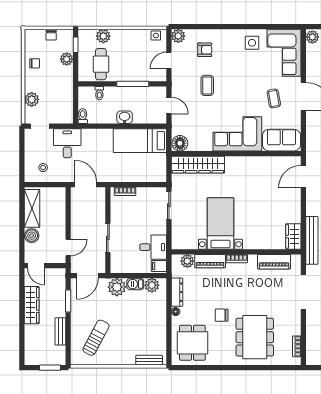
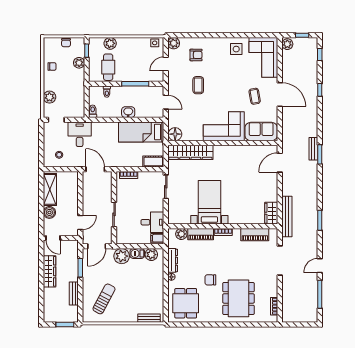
cot: (154, 176) -> (153, 162), added

